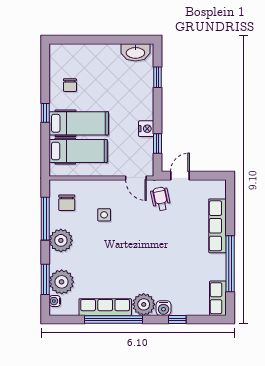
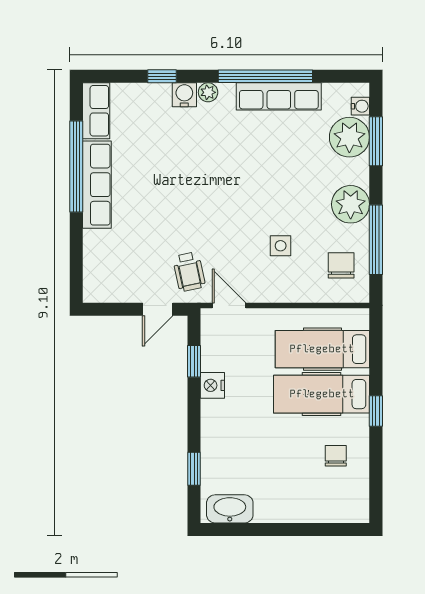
row of seats: (218, 226) -> (97, 185), moved
plant: (144, 304) -> (208, 92), width x0.53, depth x0.53

